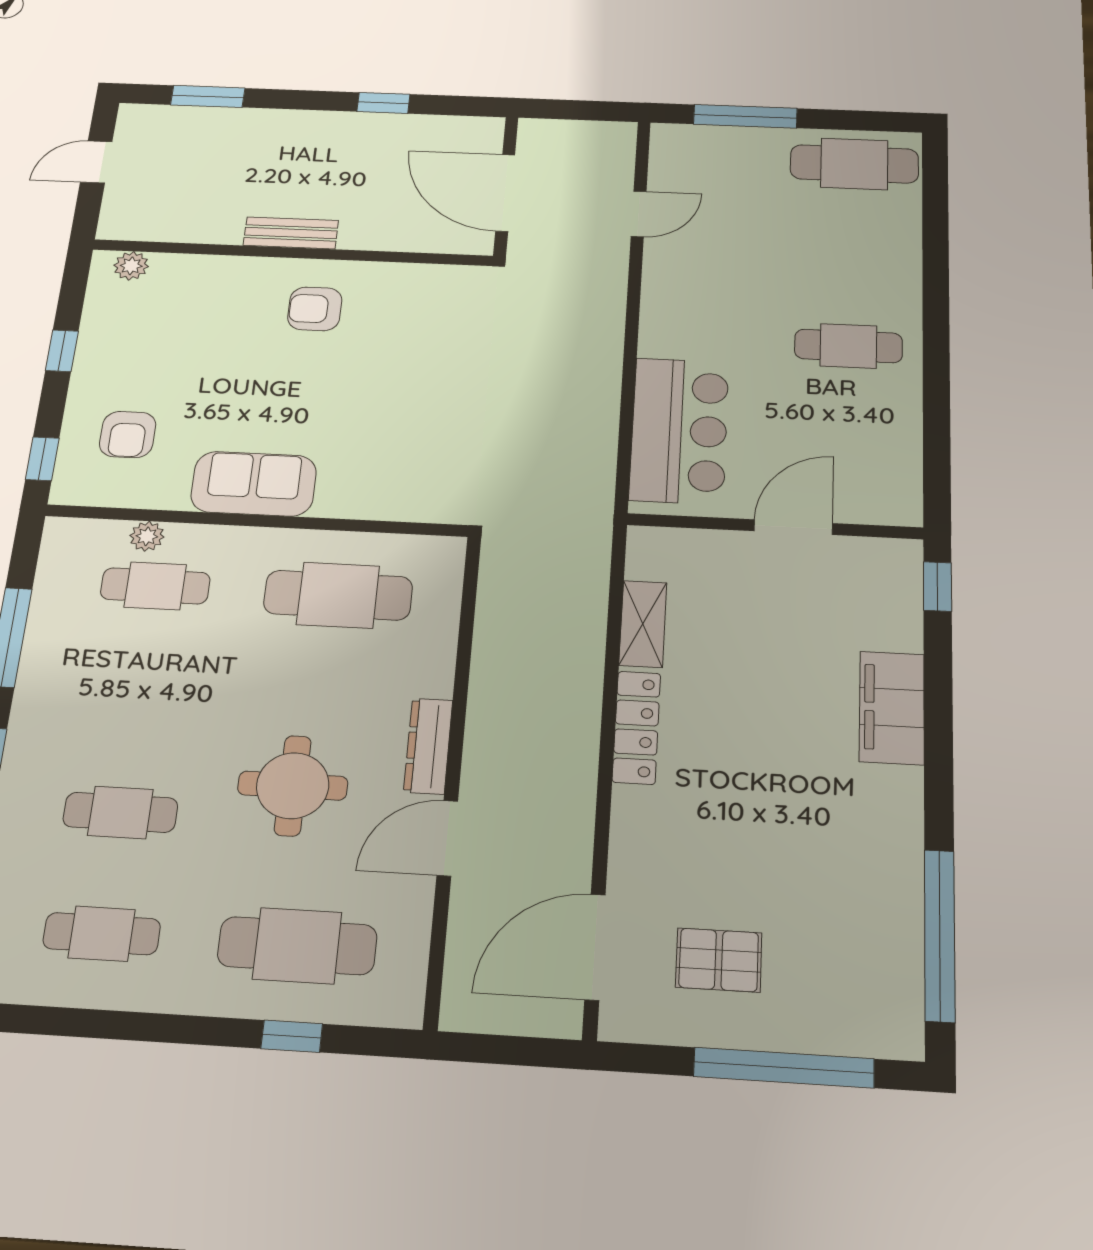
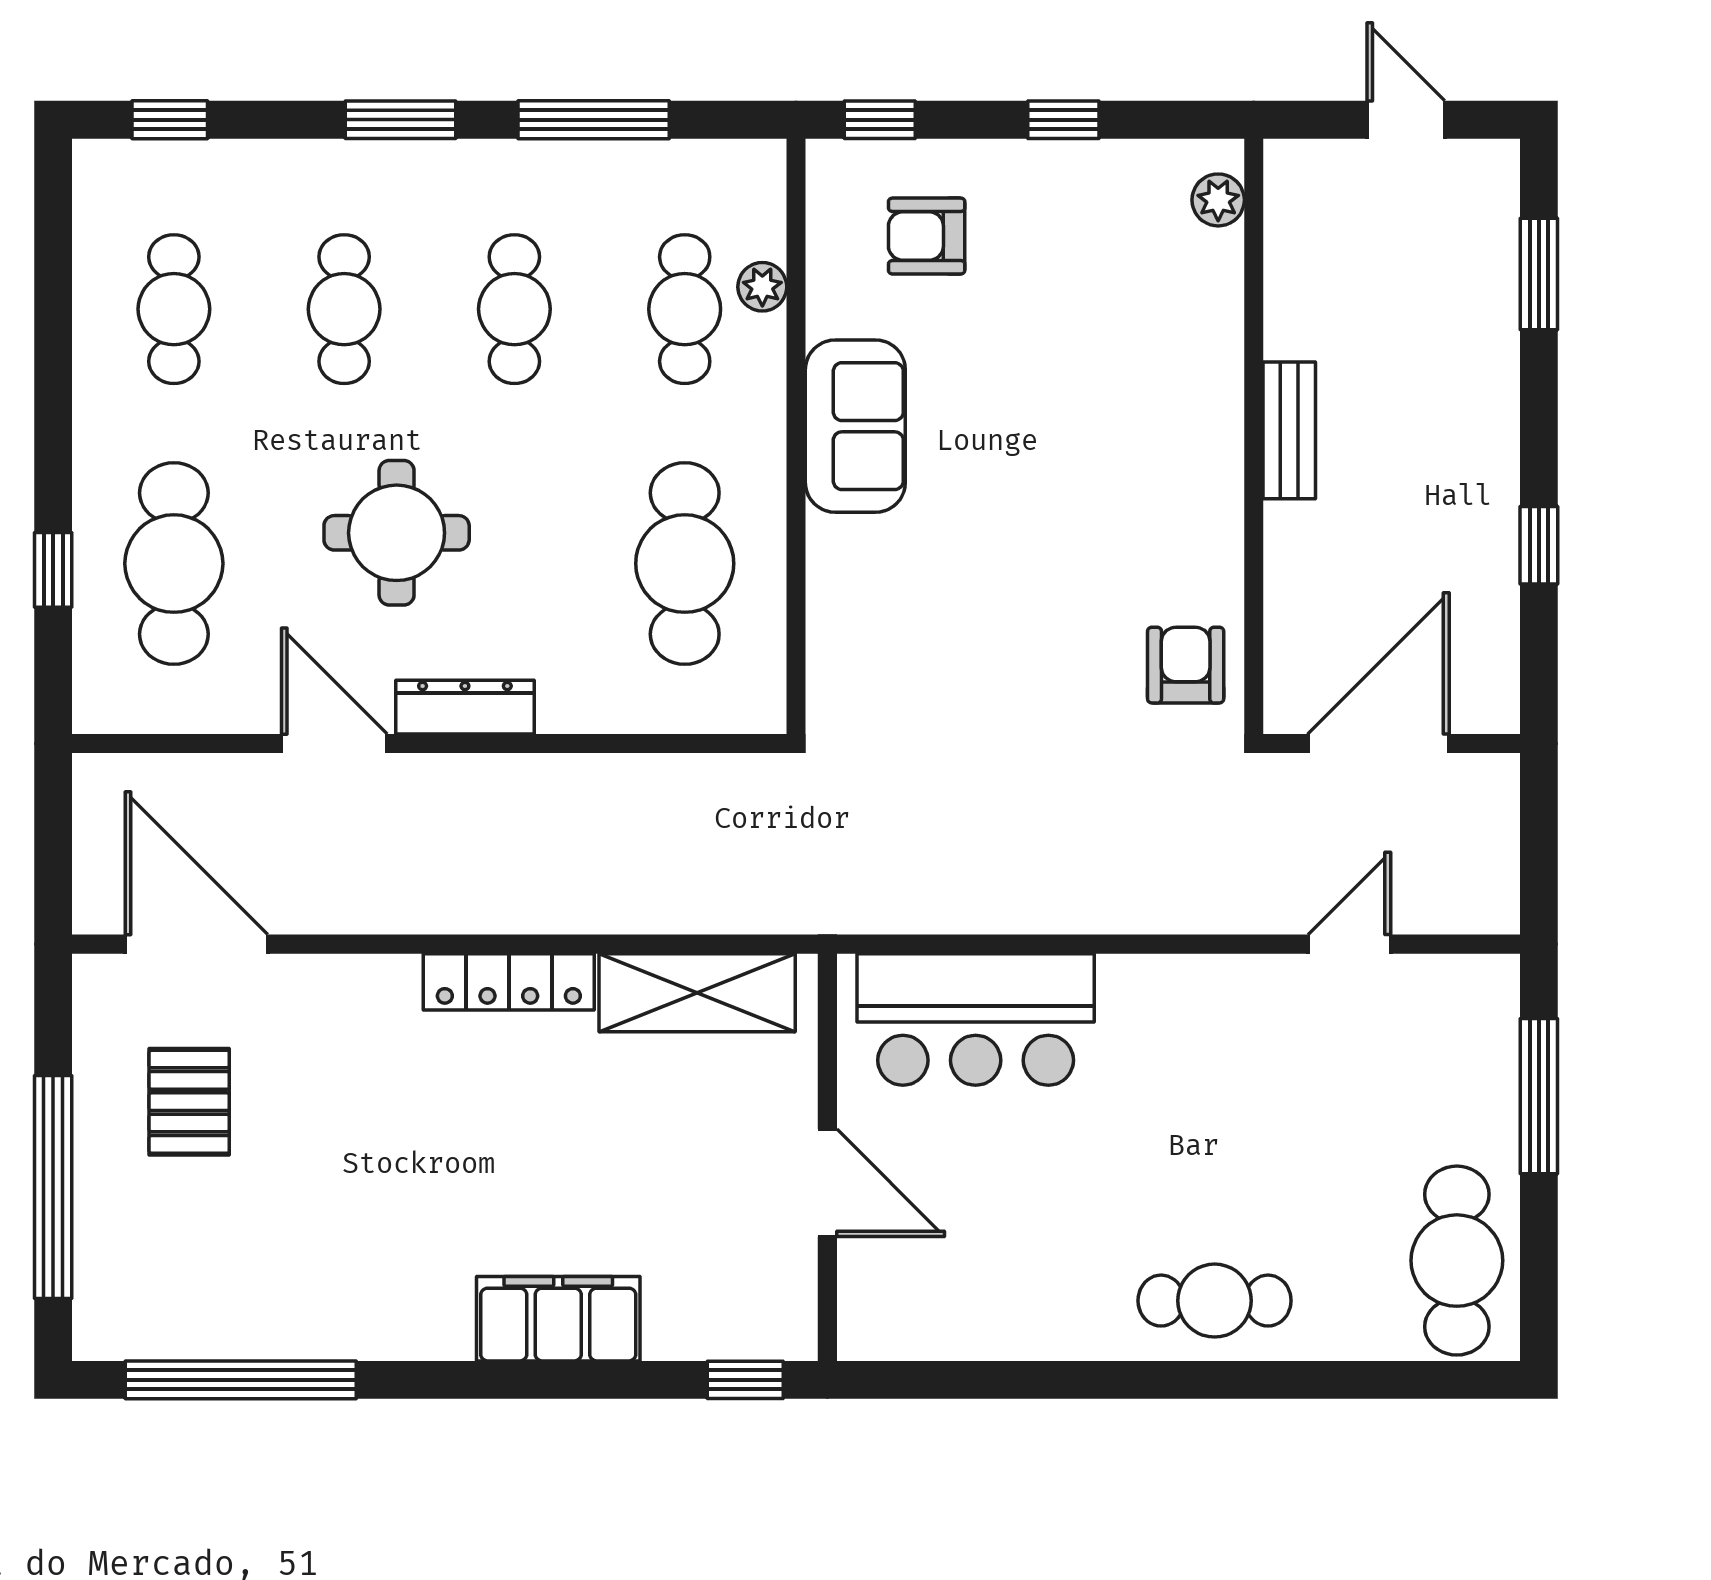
door: (639, 214) -> (1349, 944), swing flipped
armchair: (315, 309) -> (1186, 665), moved
cafe table: (848, 346) -> (1215, 1301), moved, turned 90
shelving: (643, 624) -> (697, 993), width x1.50, depth x1.33
cafe table: (138, 697) -> (514, 309), added

